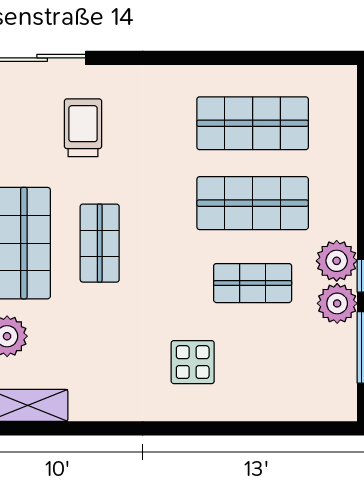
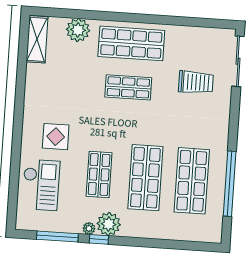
window: (253, 58) -> (230, 184), added
plant: (337, 303) -> (89, 228), width x0.53, depth x0.53
checkout: (277, 382) -> (41, 185), added

